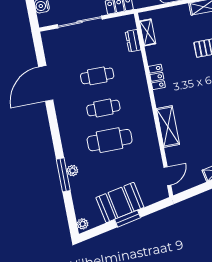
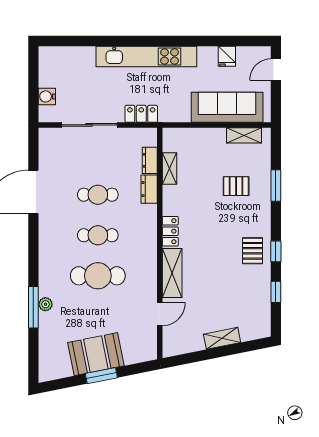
shelving: (148, 32) -> (169, 169), moved
dresser: (137, 64) -> (149, 189), added
locker: (157, 77) -> (170, 231), moved
door: (167, 176) -> (160, 314), moved
plant: (83, 224) -> (45, 372), removed

